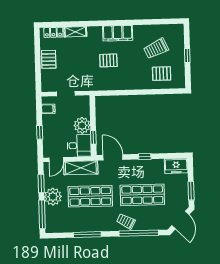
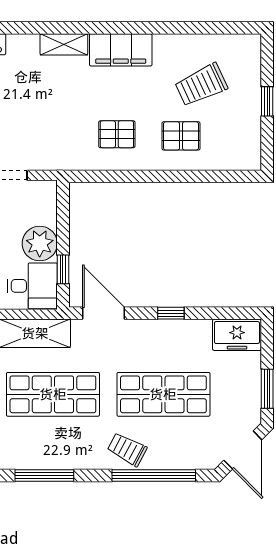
shelving: (75, 32) -> (64, 44), moved
pallet: (108, 60) -> (117, 134), moved
pallet: (162, 74) -> (181, 136), moved

